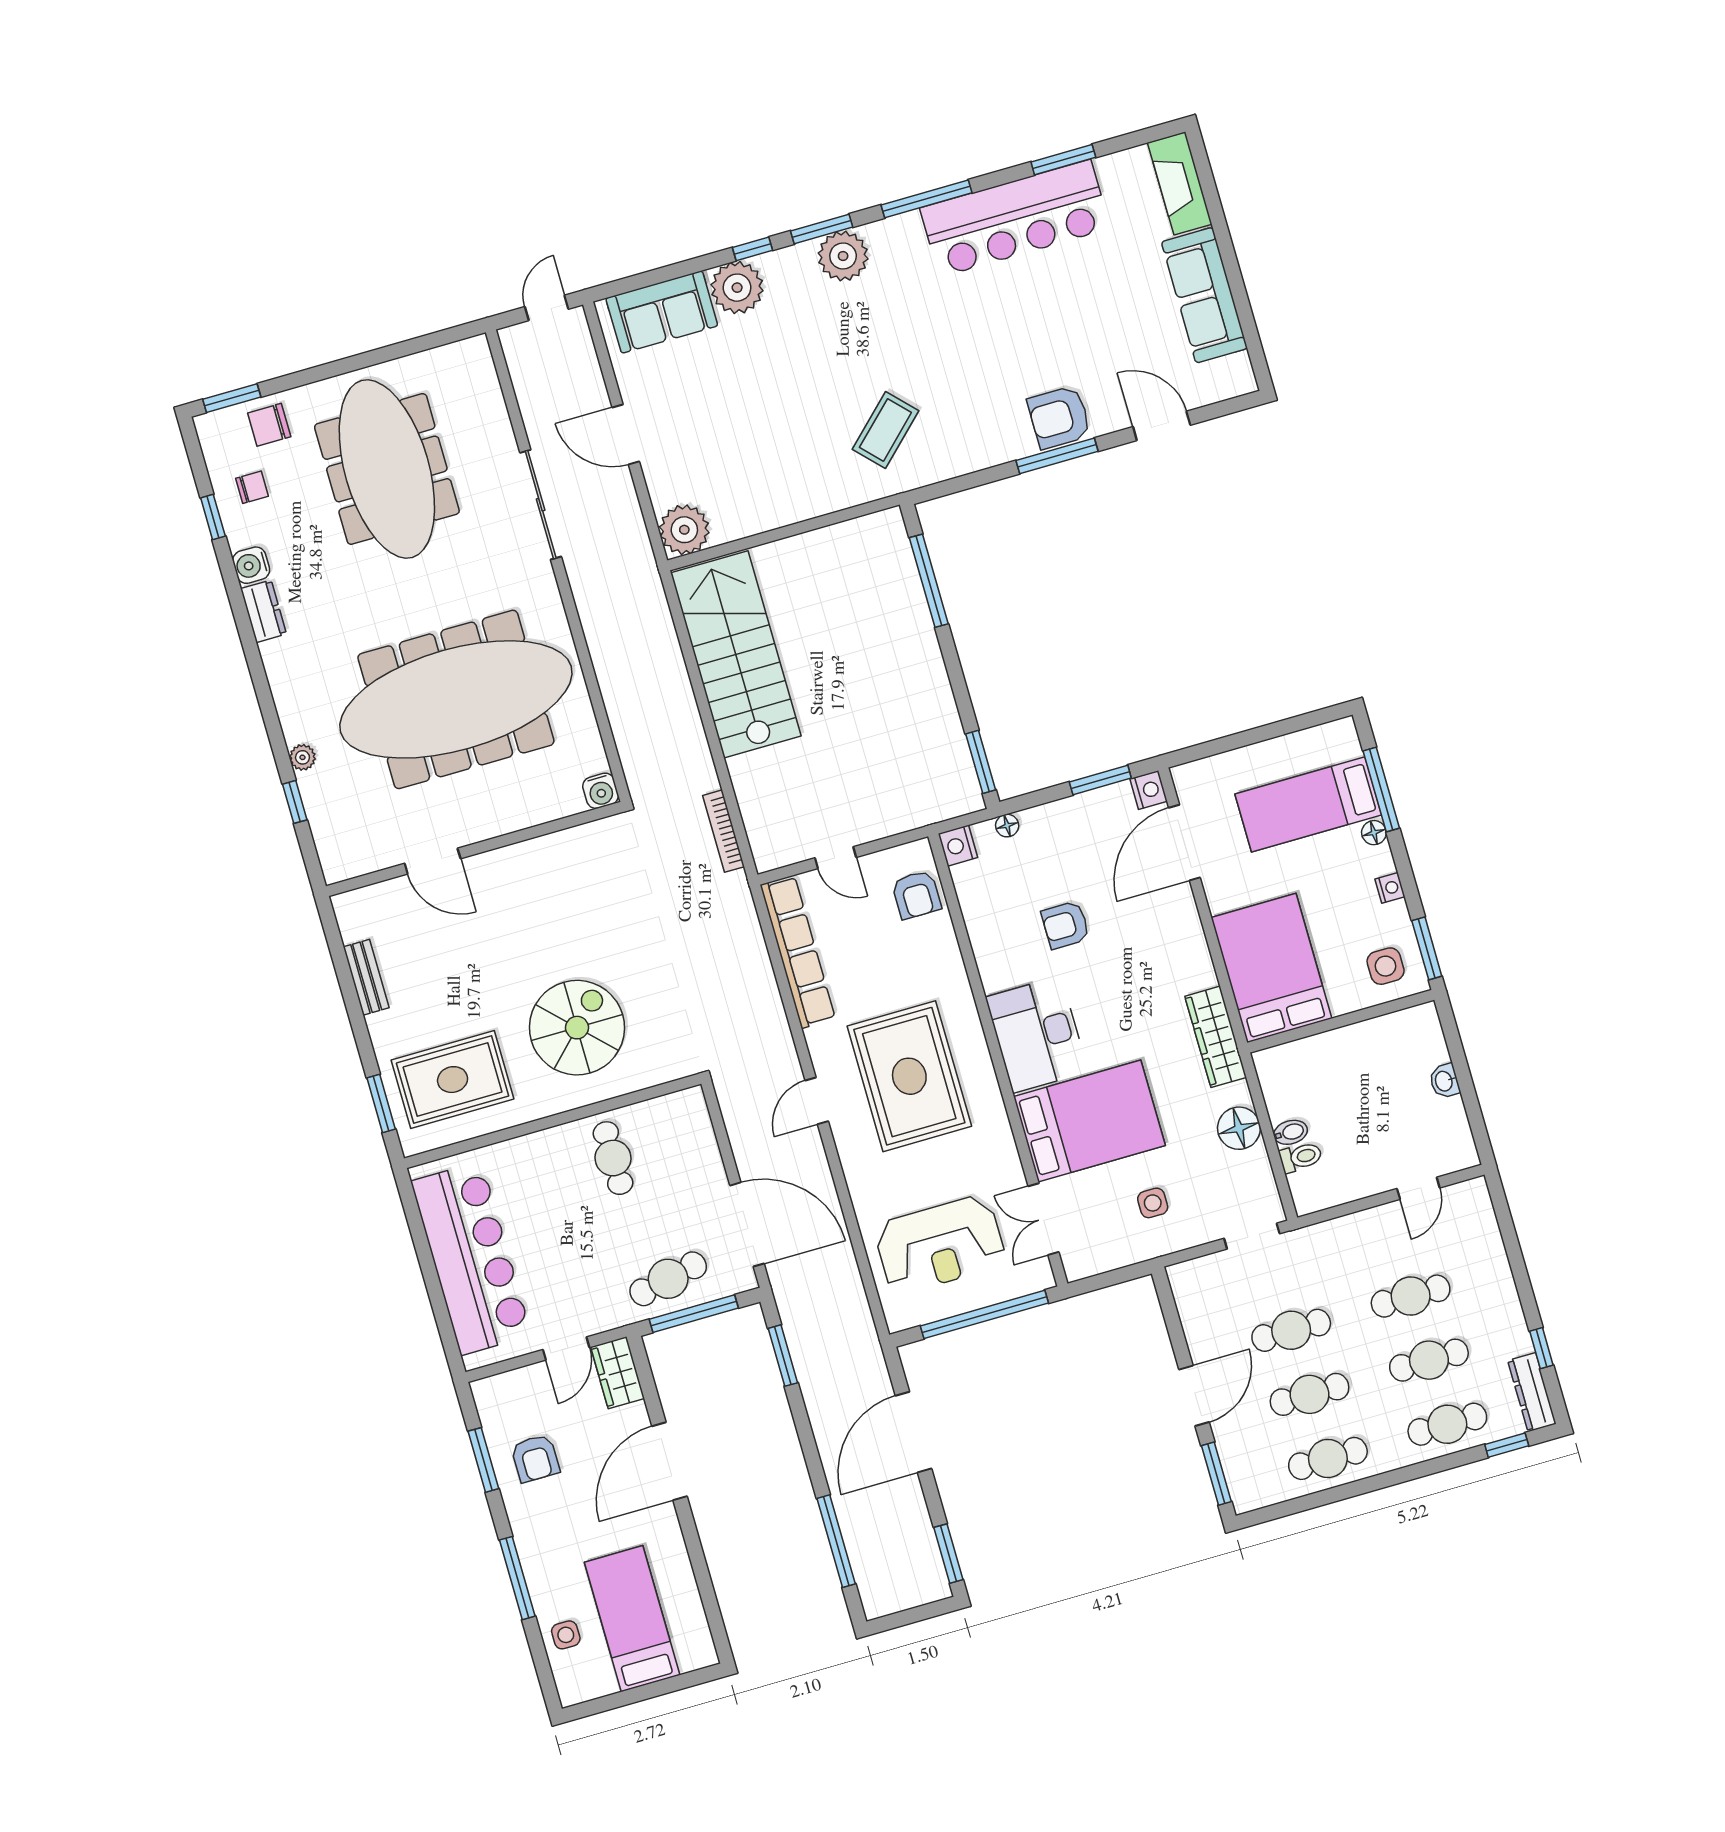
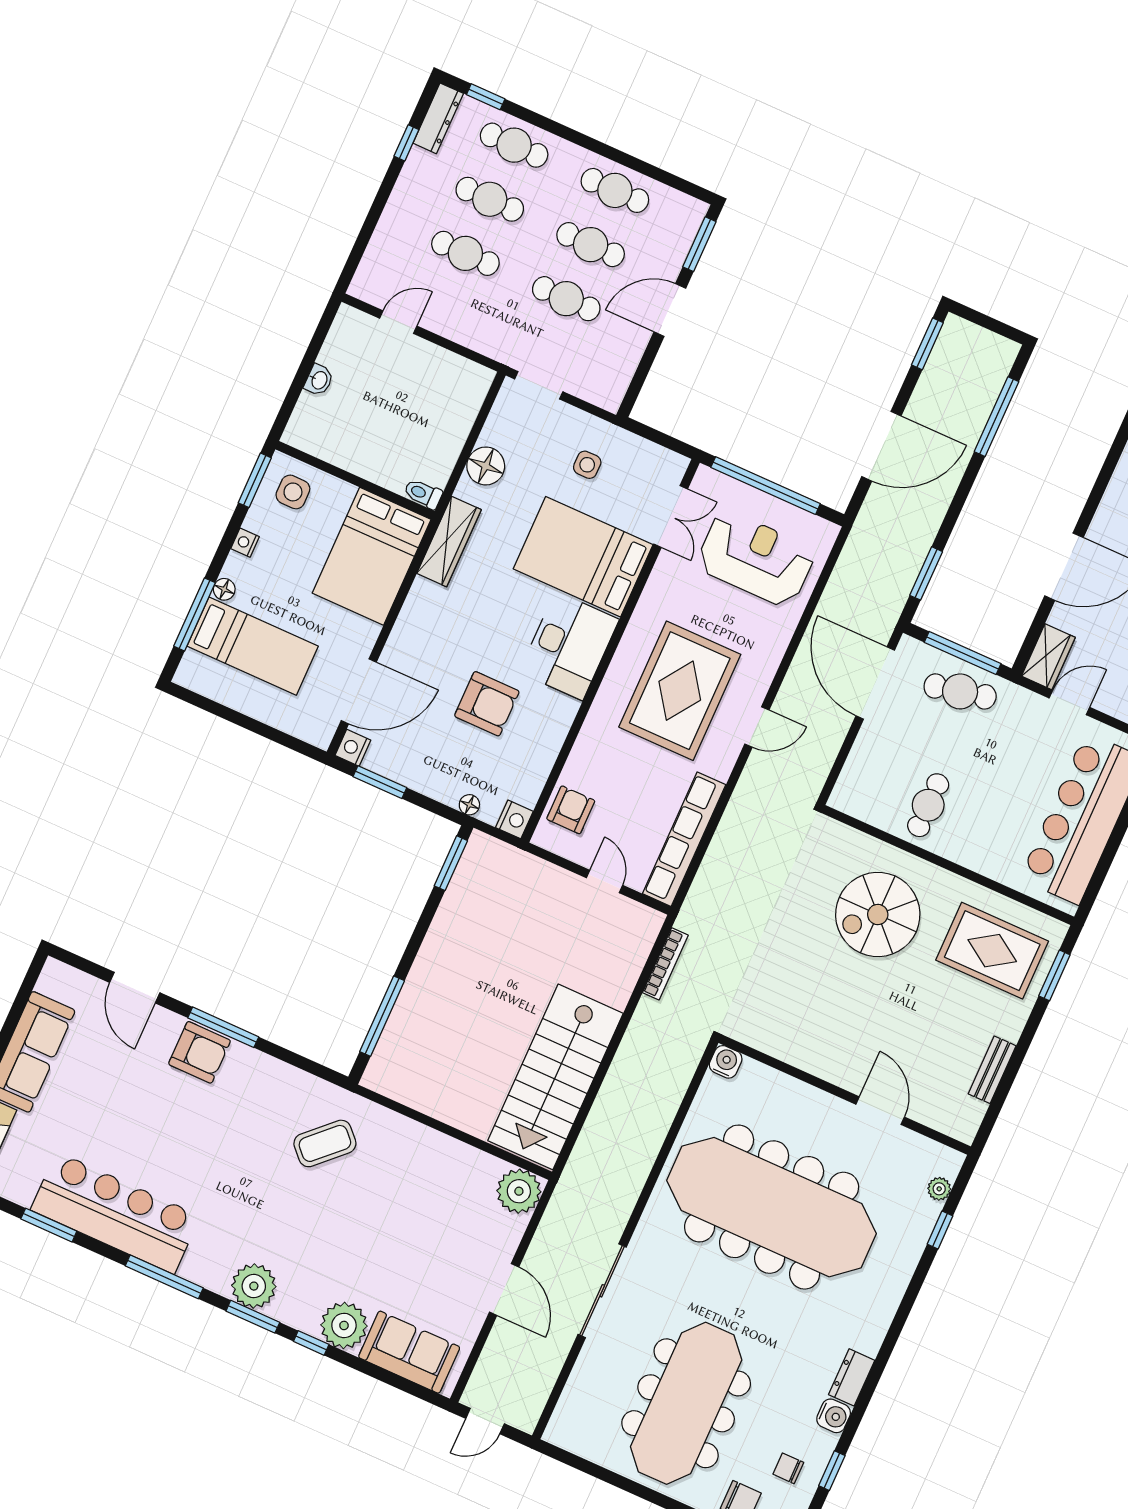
plant: (302, 757) -> (939, 1189), moved
armchair: (1065, 925) -> (487, 704), width x1.38, depth x1.38
bidet: (1290, 1132) -> (453, 434), removed
toilet: (1301, 1157) -> (423, 494), moved

